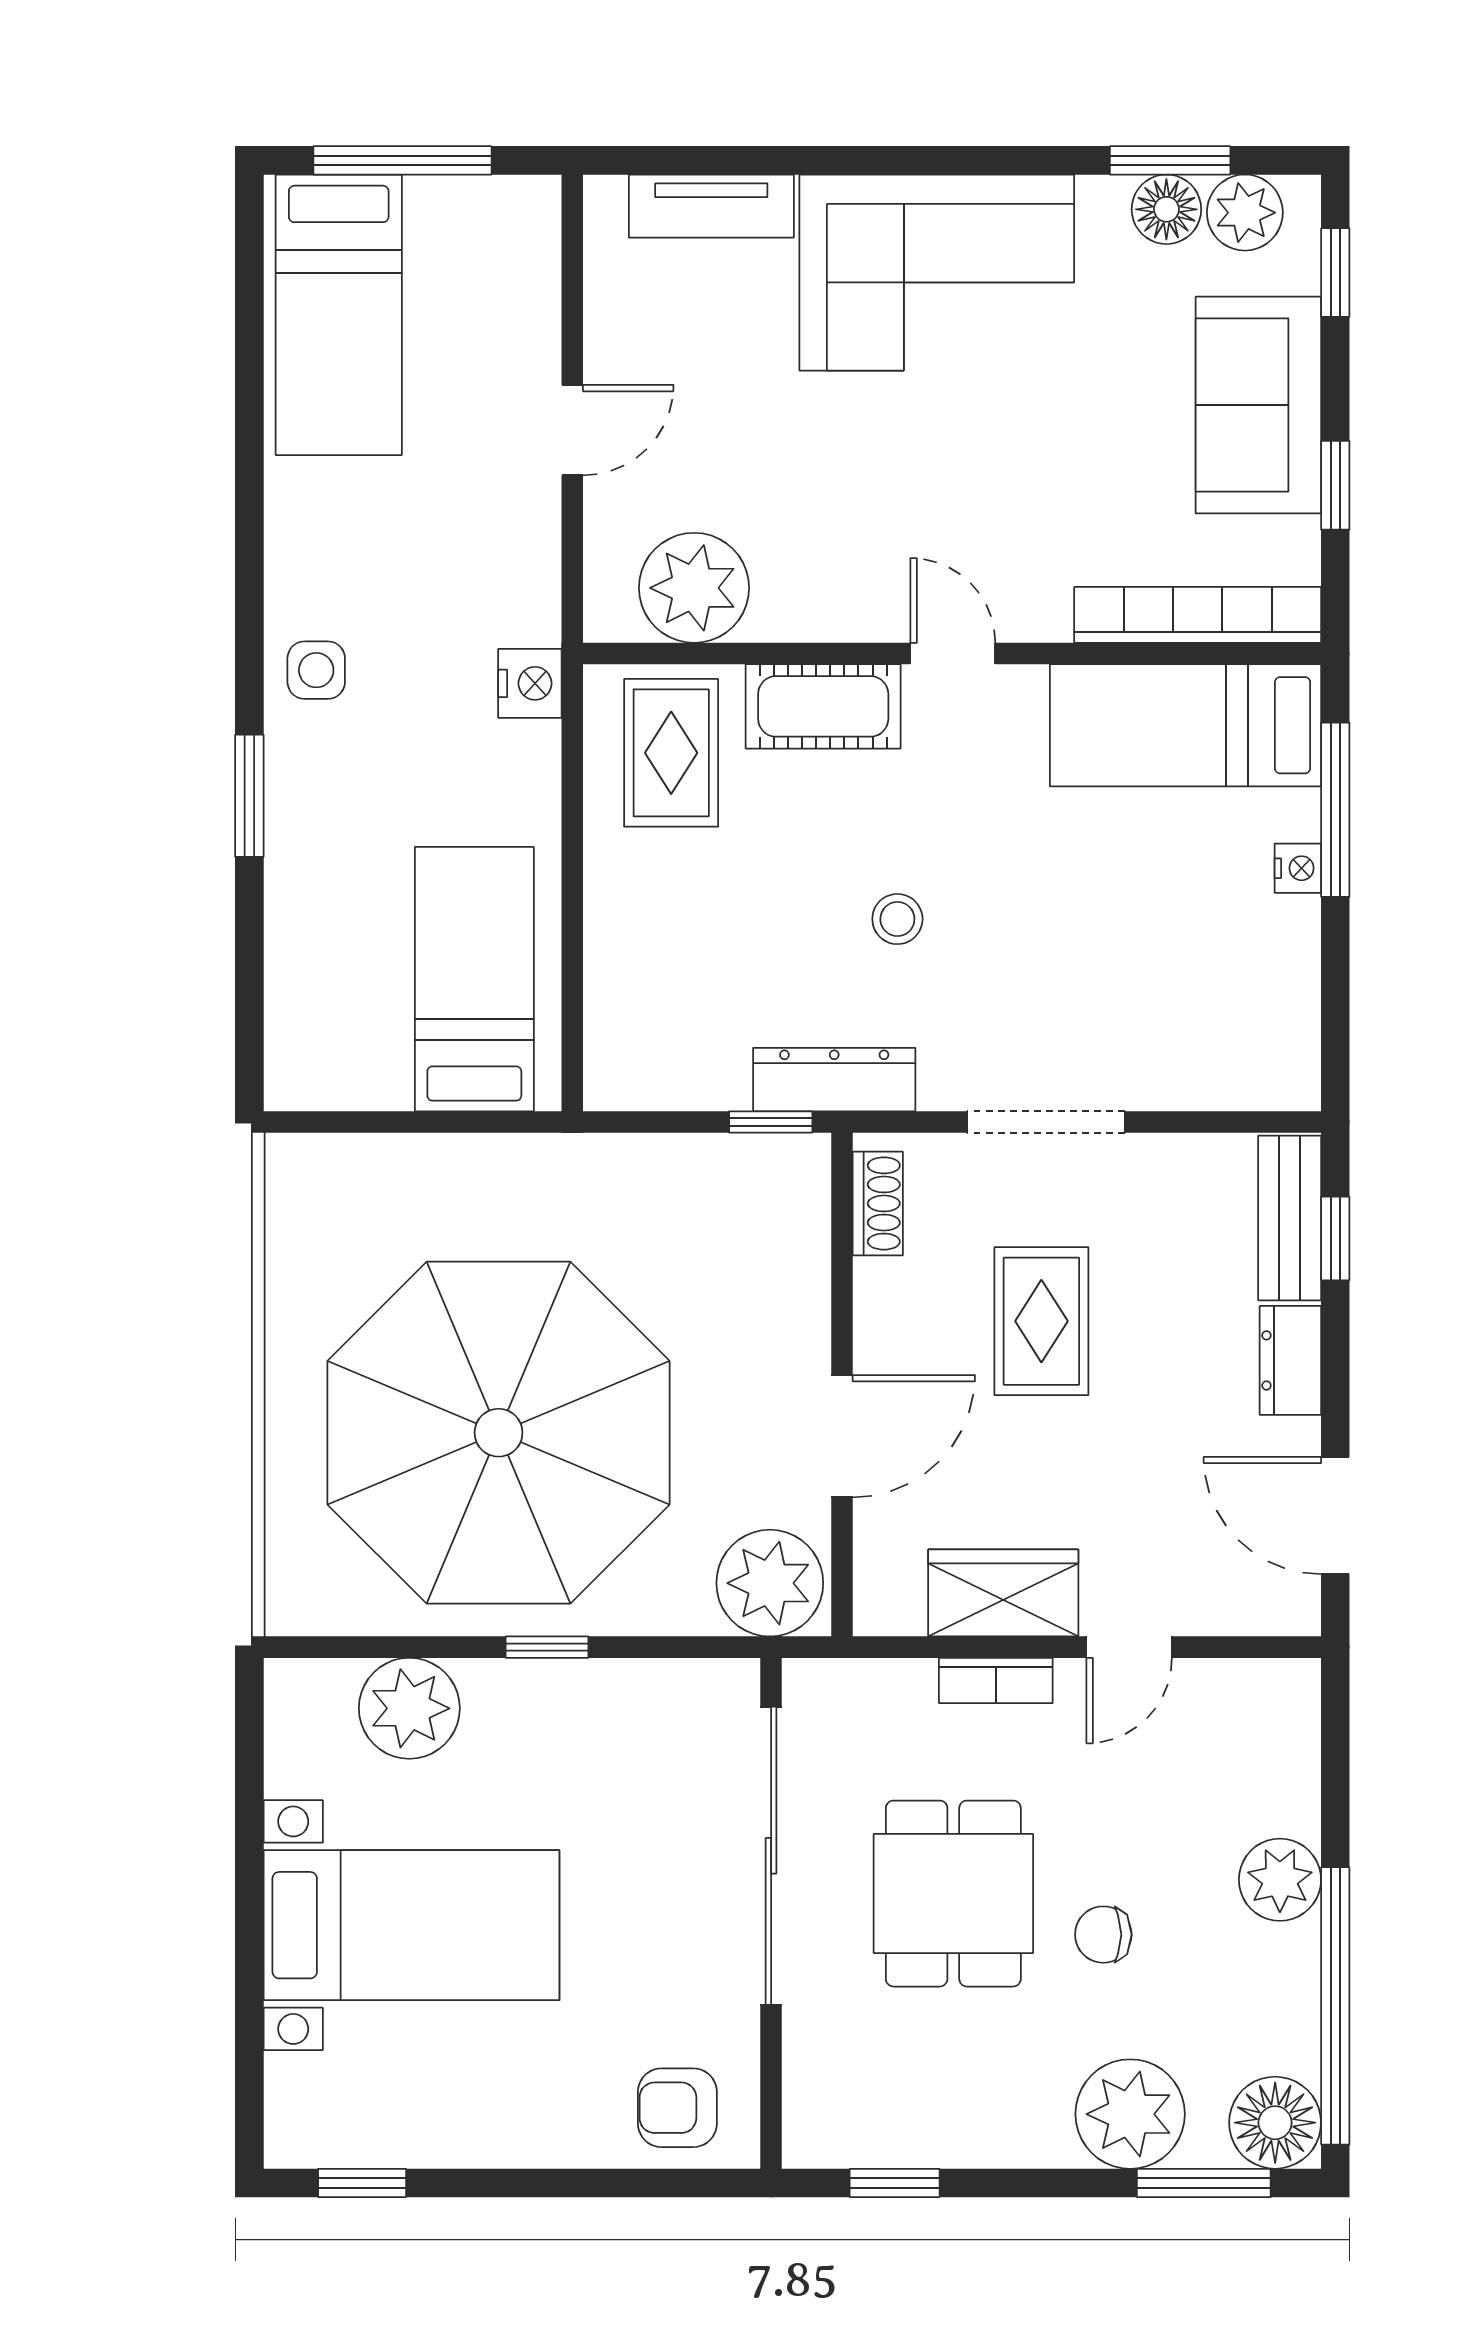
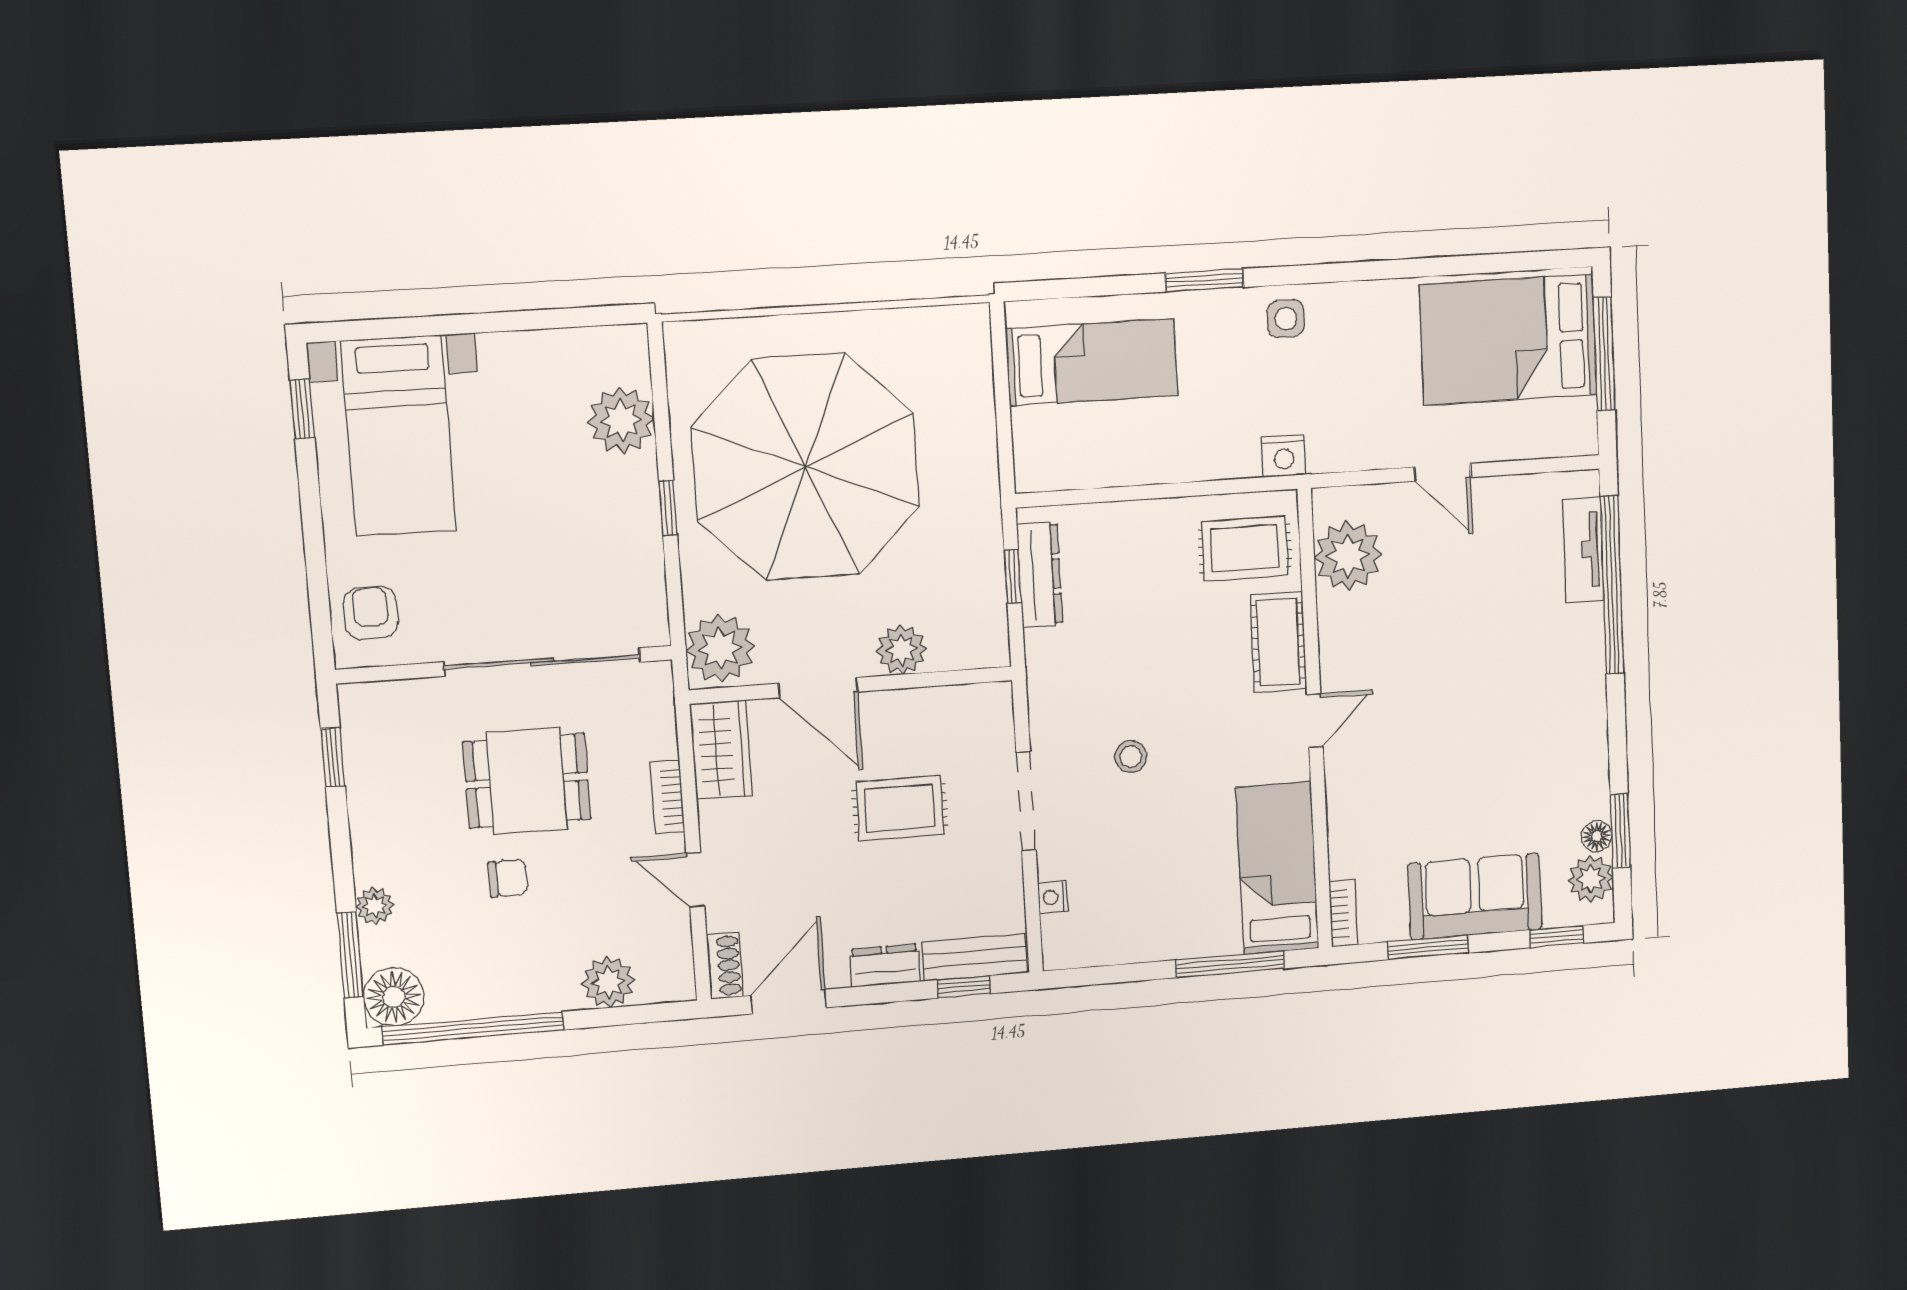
window: (770, 160) -> (1612, 585), added
floor lamp: (1166, 209) -> (1597, 836), width x0.73, depth x0.73
corner sofa: (937, 273) -> (1548, 693), removed
bed: (339, 315) -> (1508, 340), width x1.50
window: (1335, 485) -> (1428, 947), width x1.50
bookcase: (1198, 615) -> (1343, 913), width x0.43, depth x0.76
nightstand: (1298, 868) -> (1053, 897), moved, turned 90
stool: (897, 919) -> (1131, 756), moved
bed: (474, 979) -> (1092, 362), moved
dresser: (834, 1080) -> (1040, 575), moved
window: (771, 1122) -> (1013, 576), moved
shoe rack: (878, 1203) -> (725, 966), moved, turned -90
plant: (792, 1303) -> (902, 650), added
wardrobe: (1003, 1593) -> (721, 750), moved
plant: (1280, 1880) -> (608, 982), moved
bed with nightstands: (412, 1925) -> (399, 436), moved
chair: (1103, 1935) -> (508, 878), turned 90
plant: (1130, 2114) -> (375, 906), width x0.53, depth x0.53

